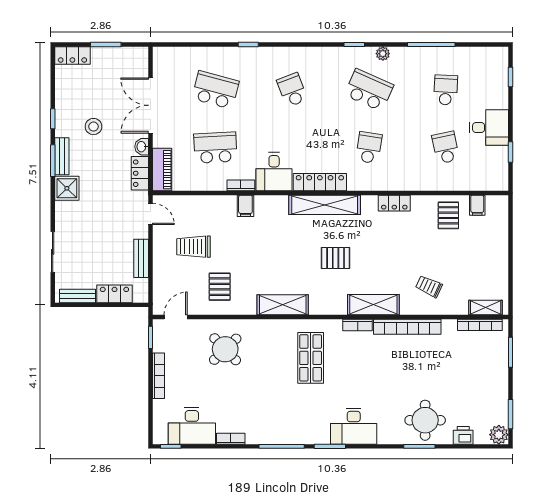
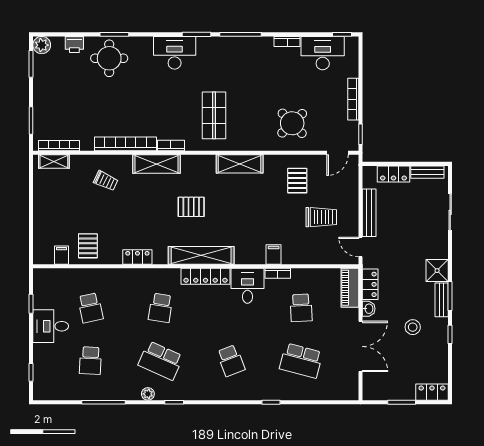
school desk: (215, 148) -> (301, 308), width x0.54
bench: (141, 258) -> (369, 213), width x1.36

